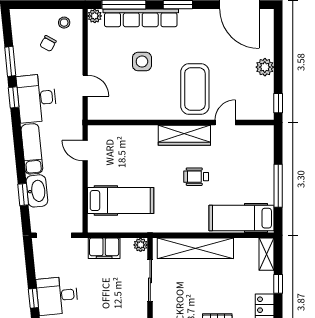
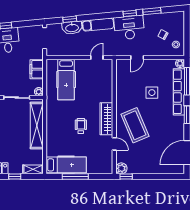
plant: (265, 67) -> (121, 168), moved
coffee table: (195, 89) -> (135, 125), turned 67
hospital bed: (241, 218) -> (66, 165), moved, turned 90

